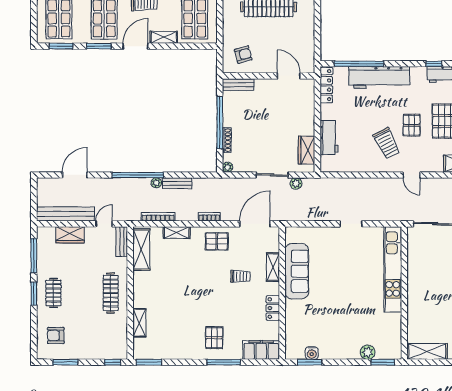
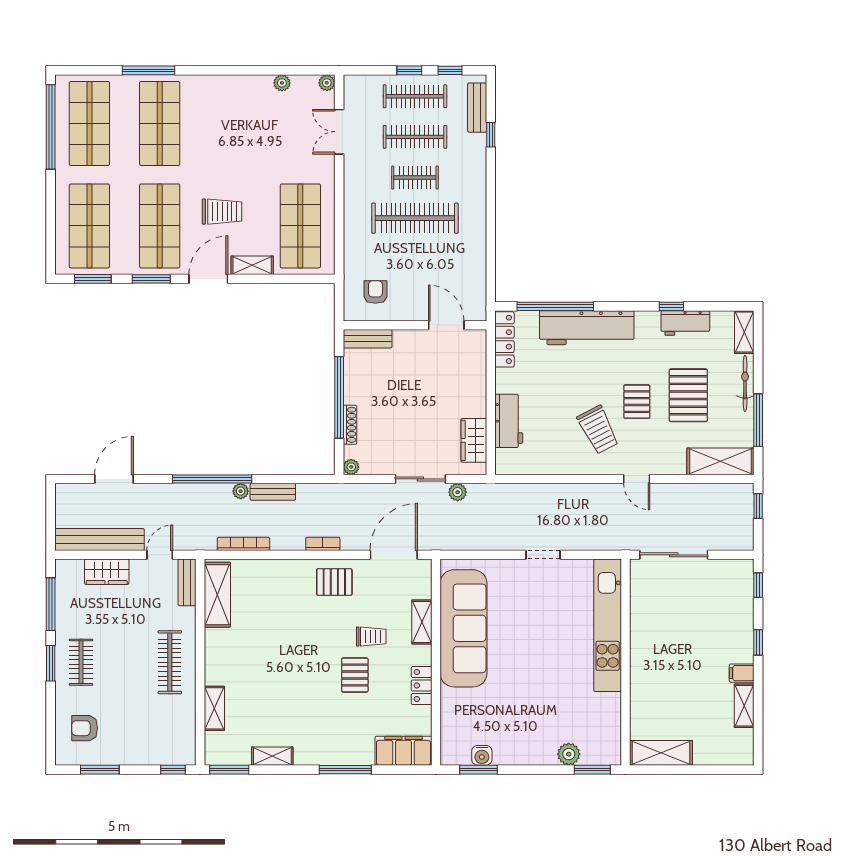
armchair: (243, 55) -> (375, 292), turned -75
shelving: (177, 233) -> (272, 756), moved
sofa: (297, 271) -> (464, 628), width x1.36, depth x1.27
pallet: (214, 338) -> (355, 675), moved

